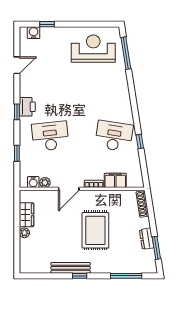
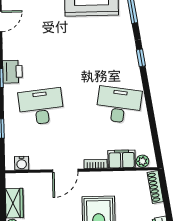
window: (140, 141) -> (141, 58), moved
plant: (45, 183) -> (142, 161), moved

